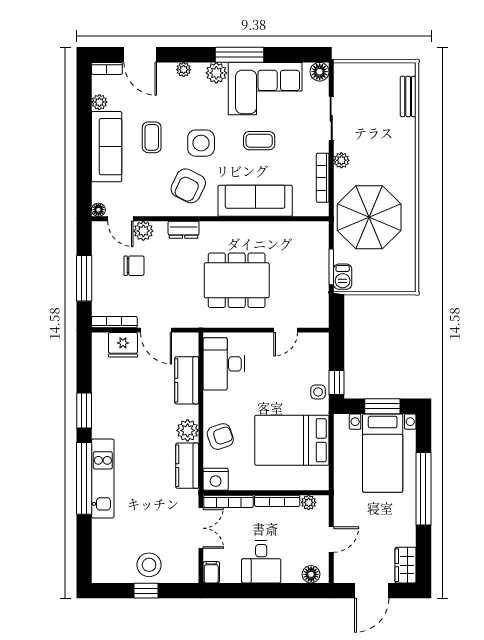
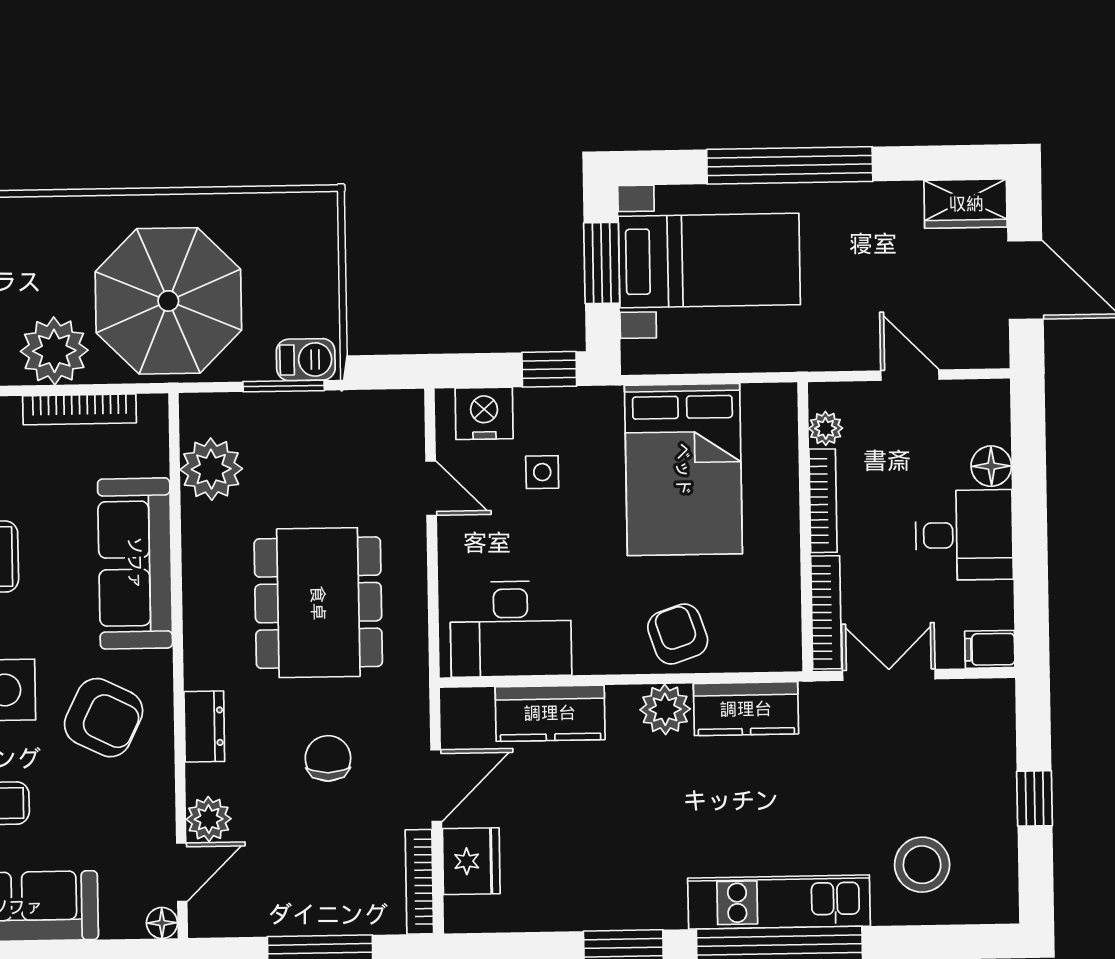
plant: (341, 160) -> (54, 351), width x1.87, depth x1.87
plant: (296, 235) -> (211, 469), added
chair: (134, 266) -> (328, 758), moved
side table: (318, 392) -> (542, 472), moved
nightstand: (216, 479) -> (484, 413), moved, turned -90
stool: (149, 565) -> (922, 865), moved
floor lamp: (311, 574) -> (991, 466), moved

